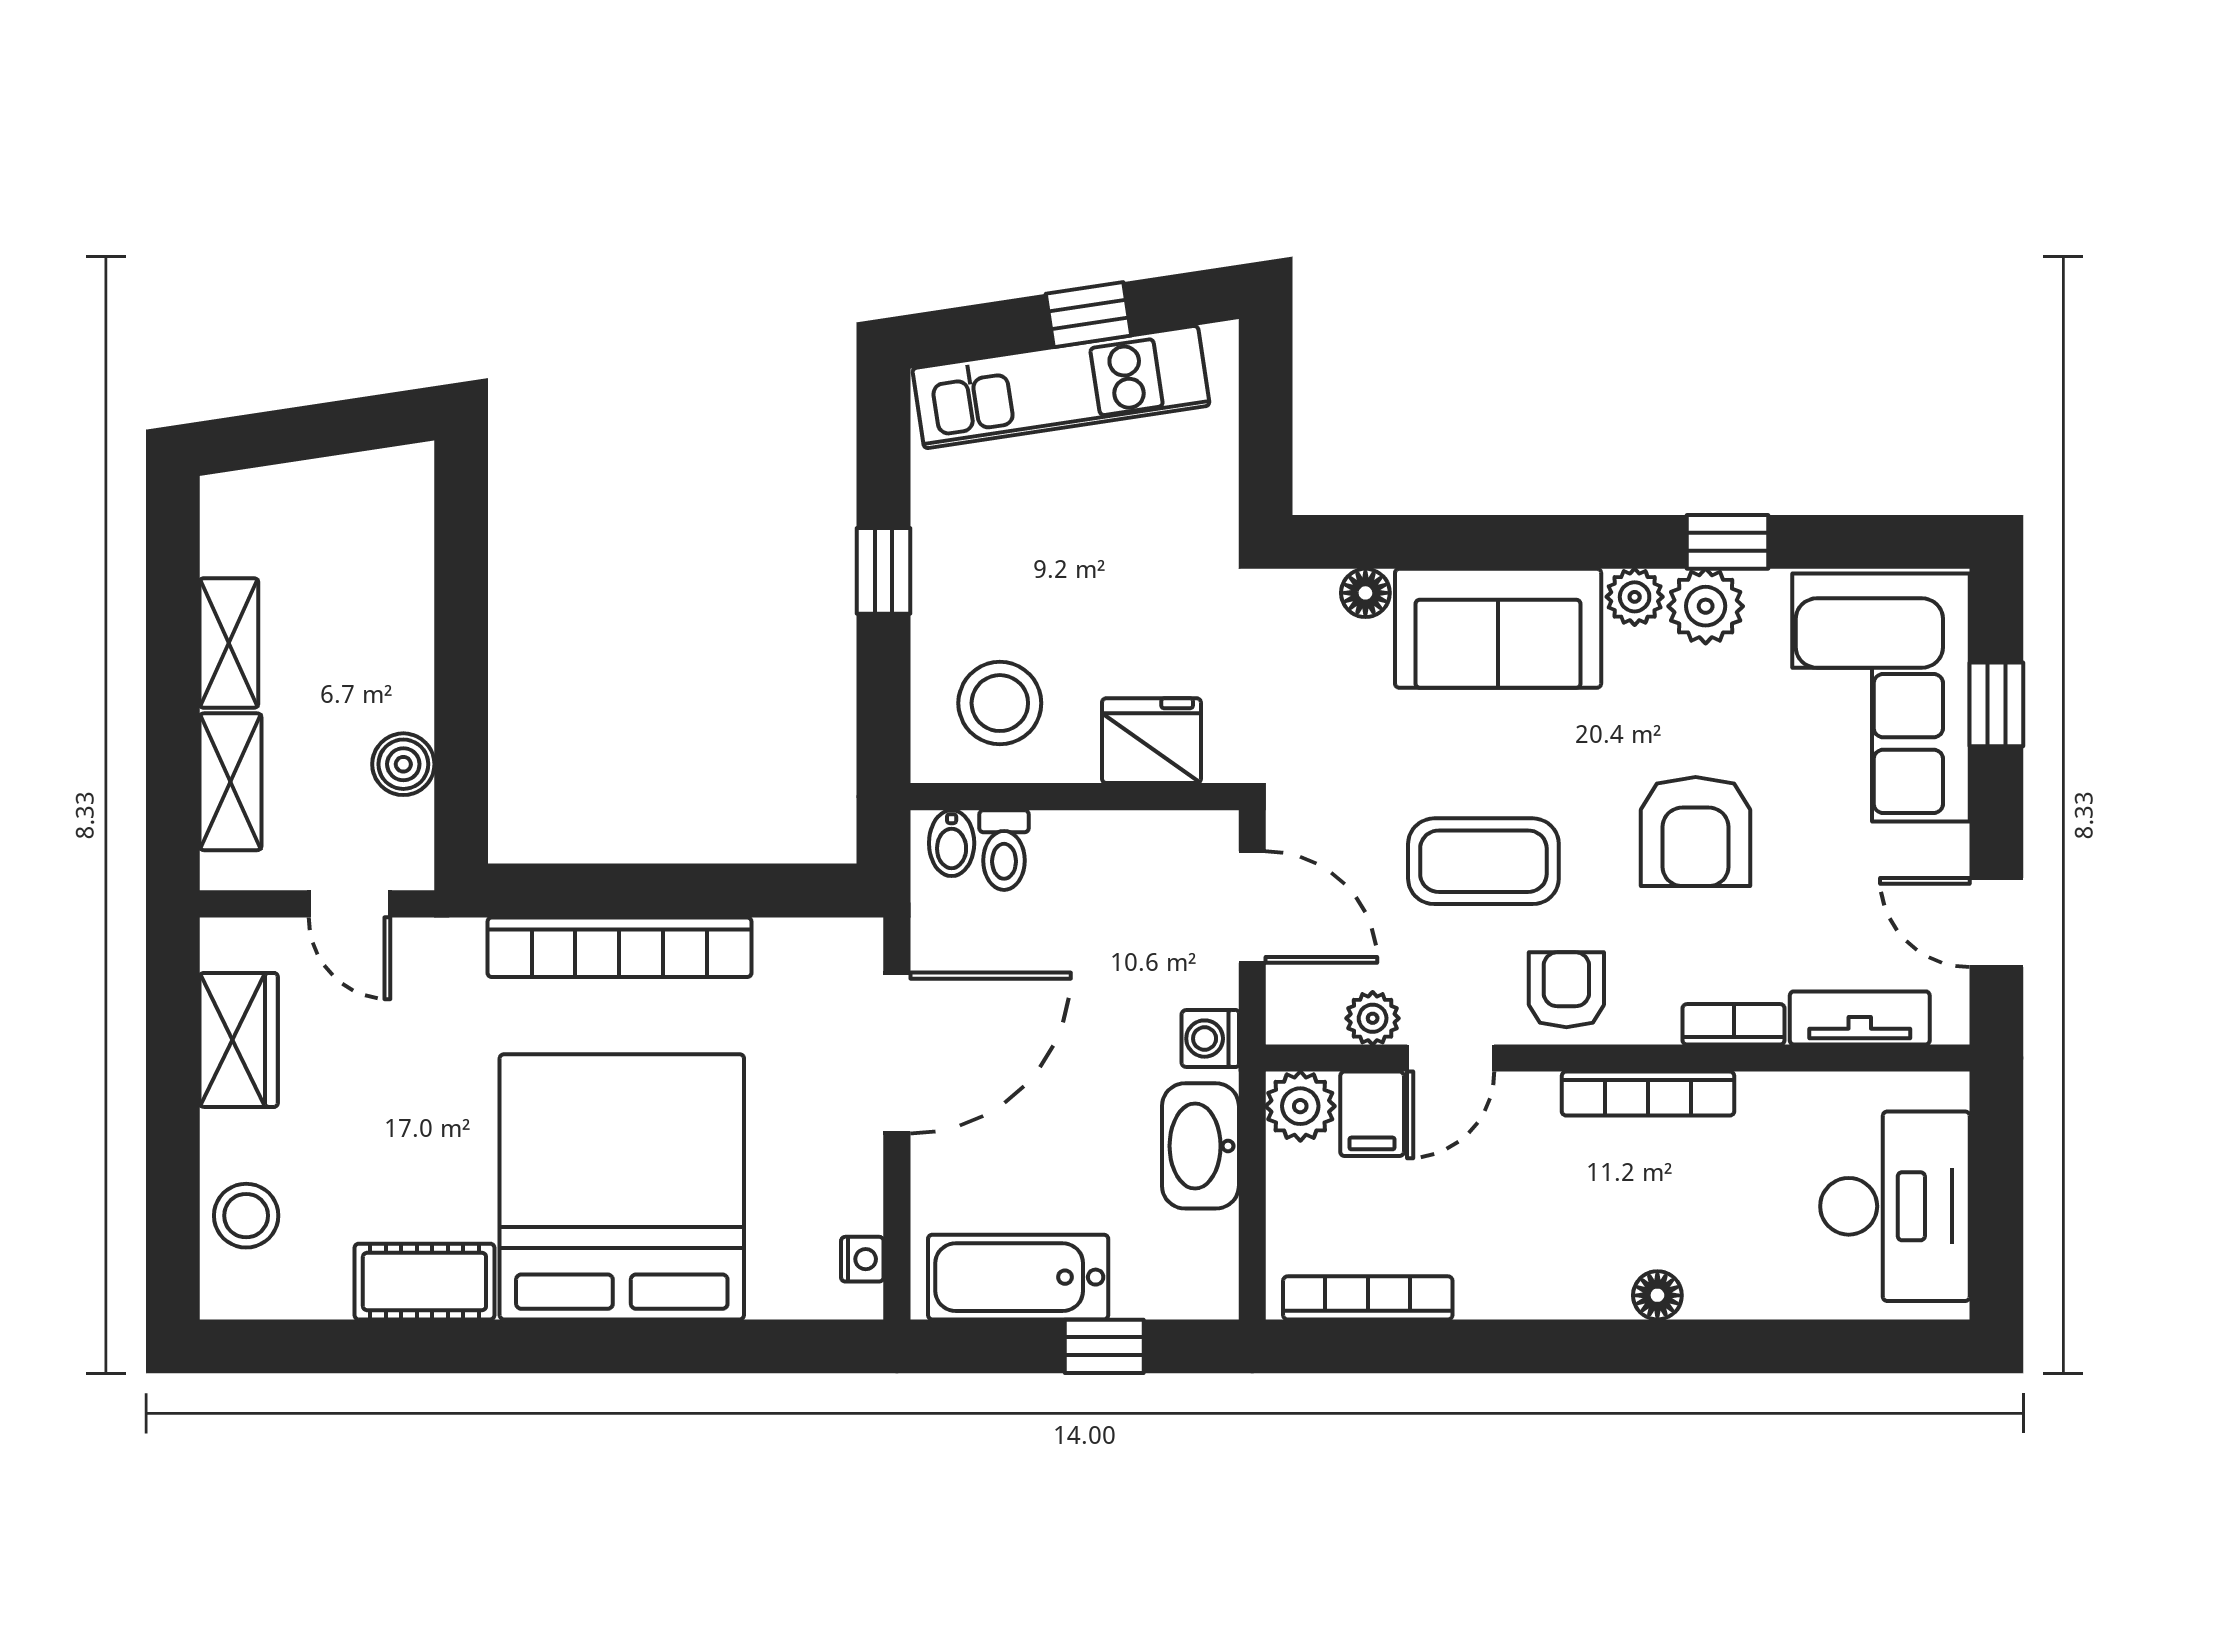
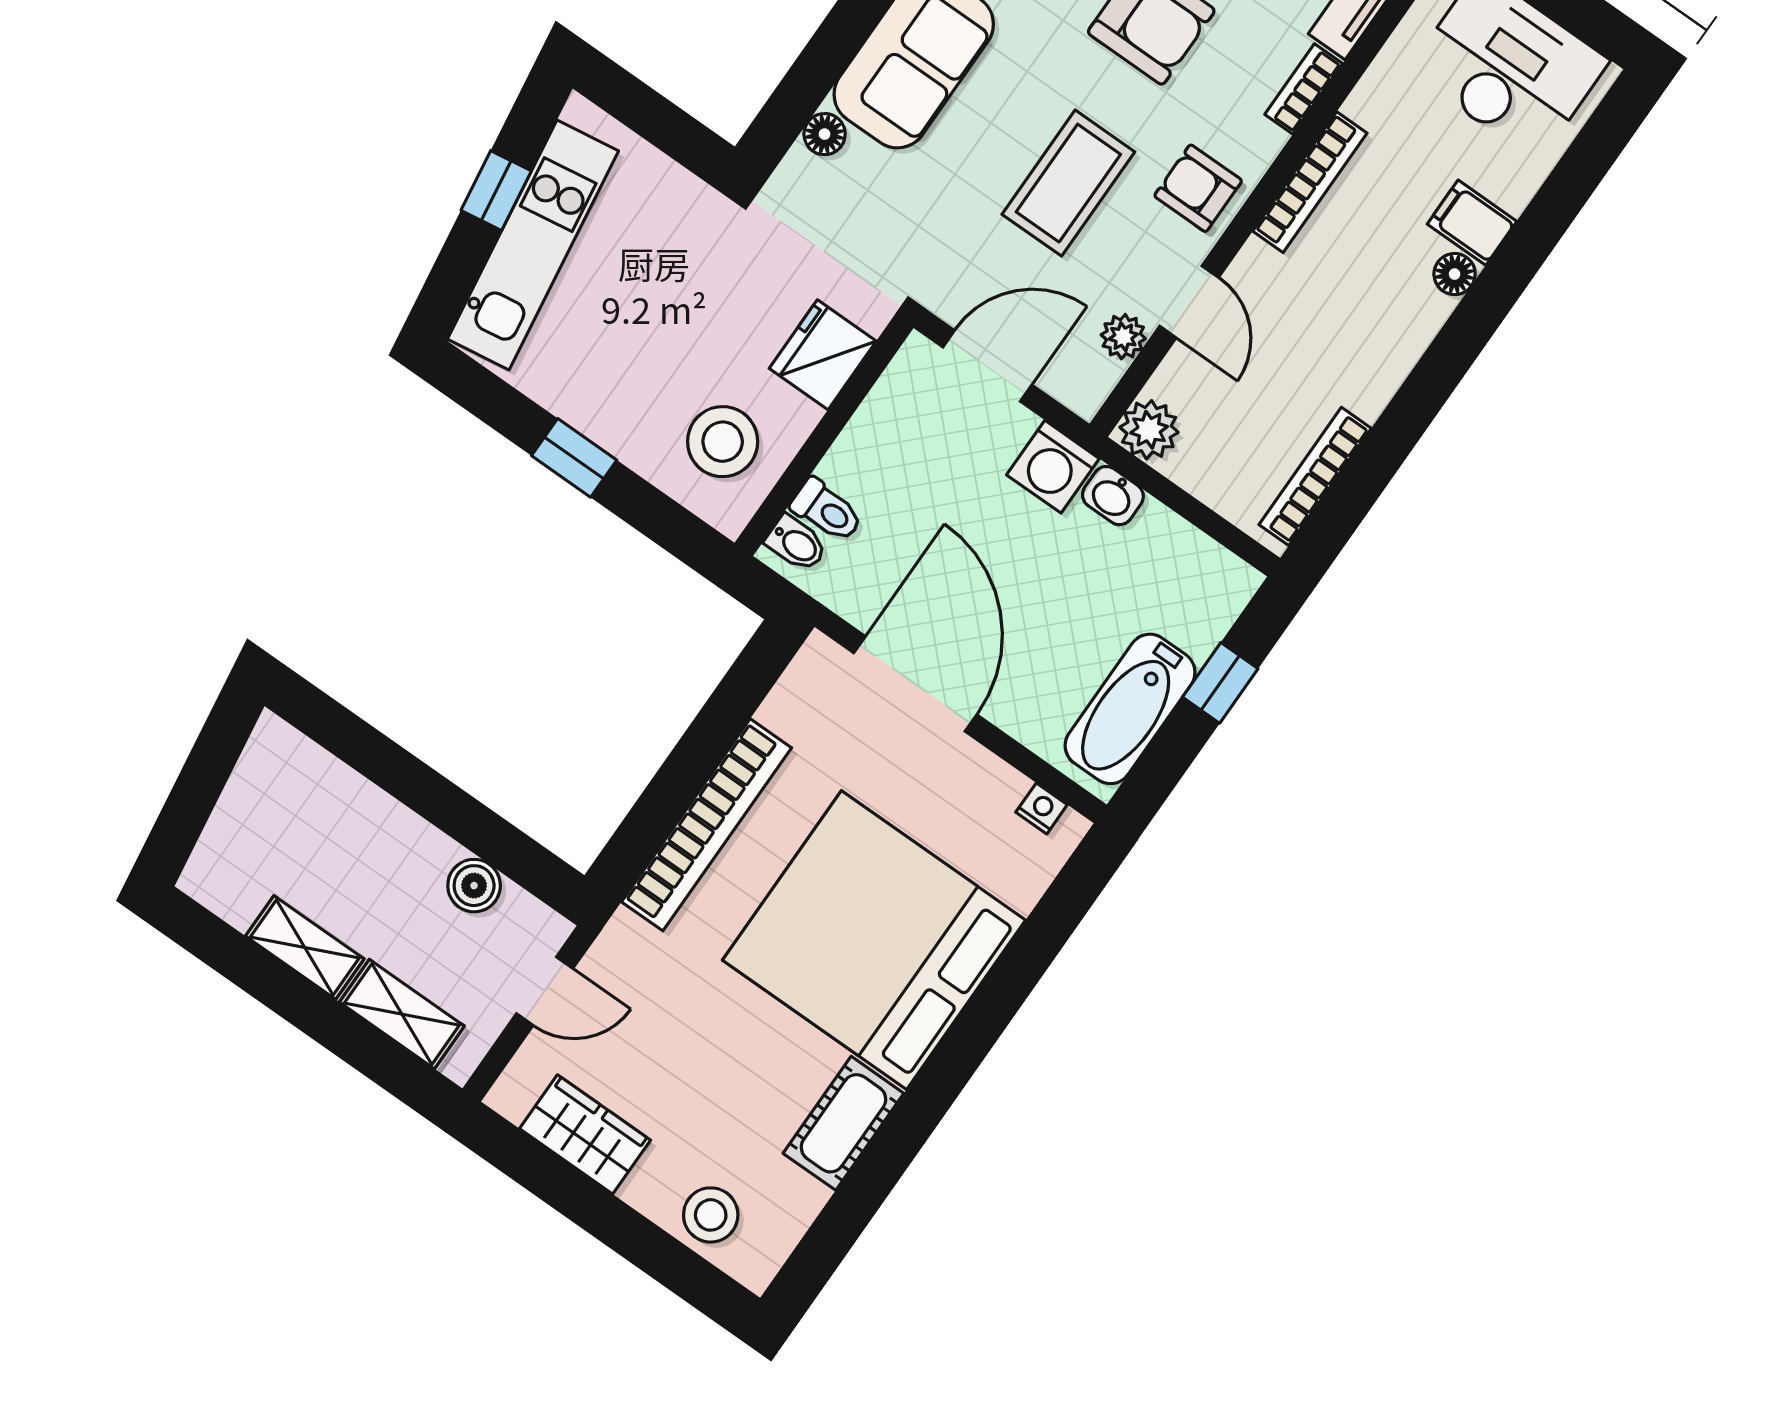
washing machine: (1210, 1039) -> (1053, 467), width x1.38, depth x1.38
filing cabinet: (1372, 1114) -> (1472, 223), moved, turned 180
washbasin: (1200, 1146) -> (1113, 496), width x0.52, depth x0.69

